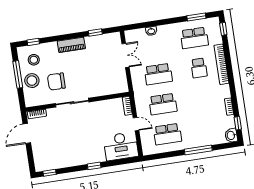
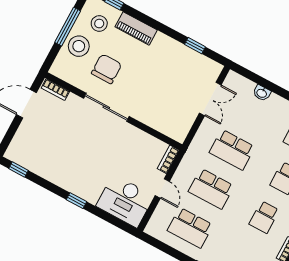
piano: (71, 45) -> (136, 28), moved
chair: (56, 82) -> (107, 69), turned 90
school desk: (203, 98) -> (264, 217), added

